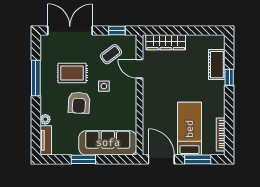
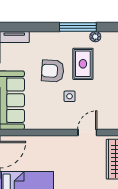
coffee table: (111, 54) -> (102, 103), removed
plant: (45, 119) -> (95, 37), moved

